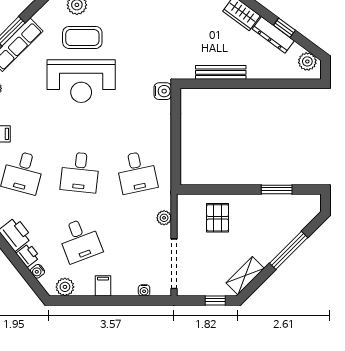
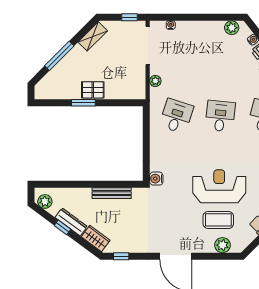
desk: (137, 172) -> (176, 116), turned 30
window: (277, 189) -> (83, 103), moved
pallet: (218, 218) -> (93, 90), moved, turned 90
desk: (80, 240) -> (220, 64), removed
filing cabinet: (103, 286) -> (202, 29), removed
window: (215, 300) -> (130, 17), moved

